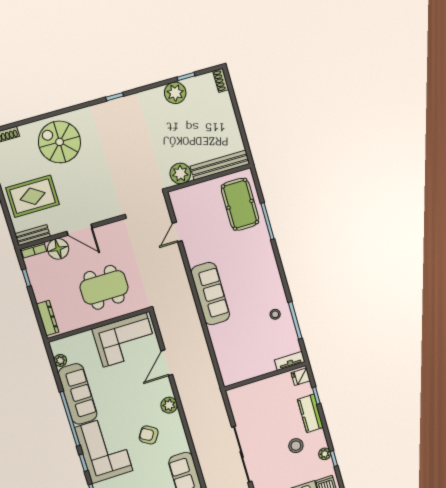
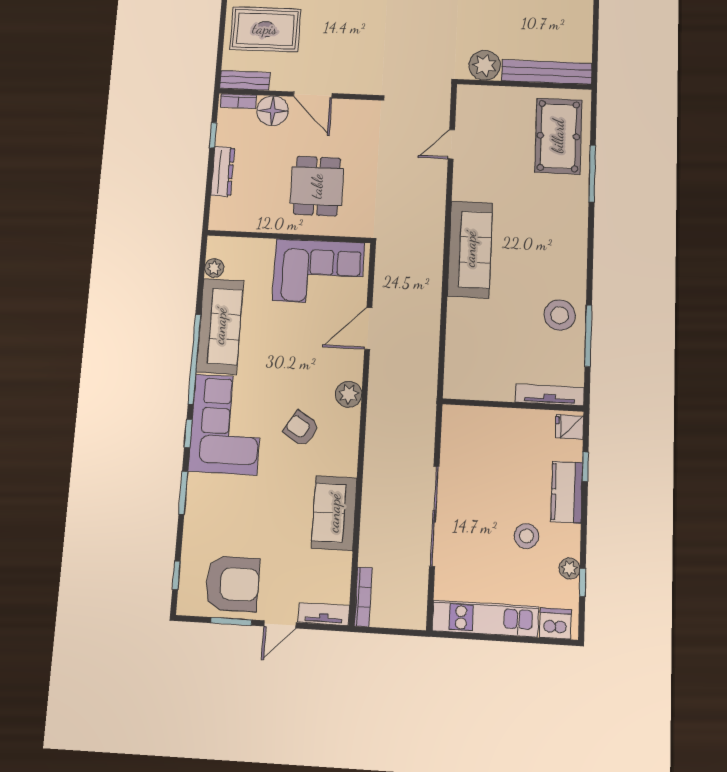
dining table: (104, 287) -> (317, 186), width x0.73
stool: (275, 314) -> (560, 315), width x1.89, depth x1.89
dresser: (48, 318) -> (223, 171), moved
tv unit: (290, 361) -> (550, 395), width x1.41

